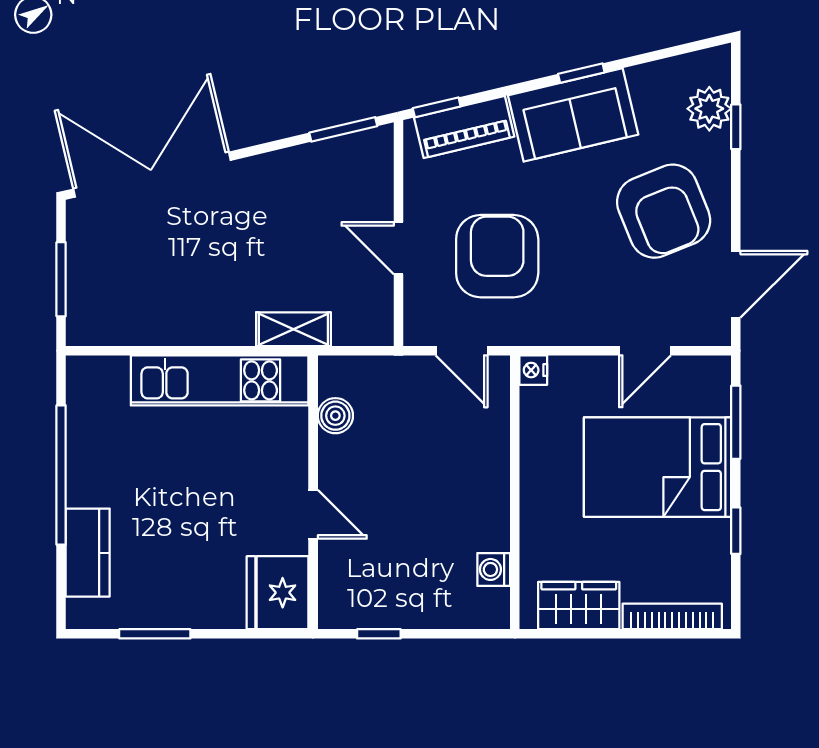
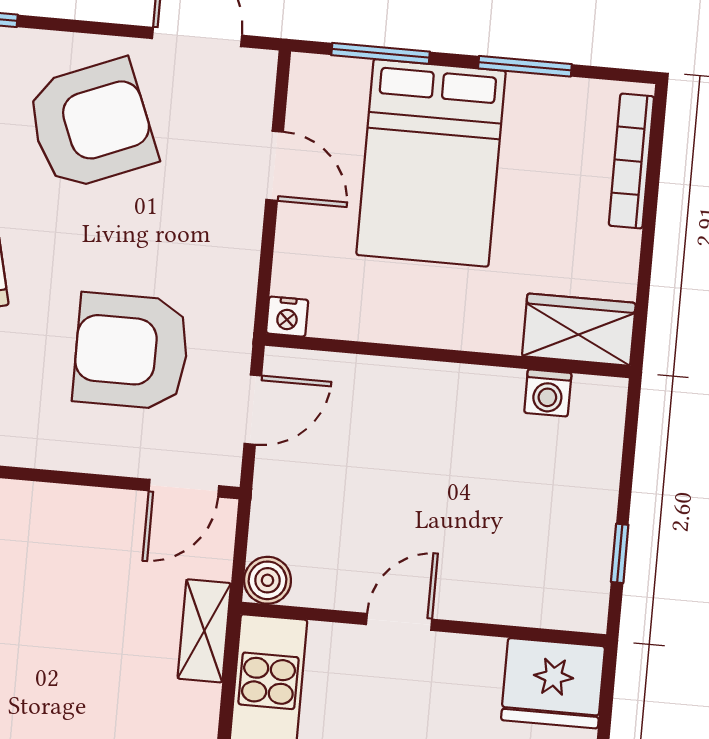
door: (398, 248) -> (184, 488), moved
boiler: (335, 416) -> (267, 580), moved
door: (313, 514) -> (399, 622), moved
window: (736, 531) -> (525, 66), width x1.50
wardrobe: (579, 606) -> (579, 330), moved, turned 90

